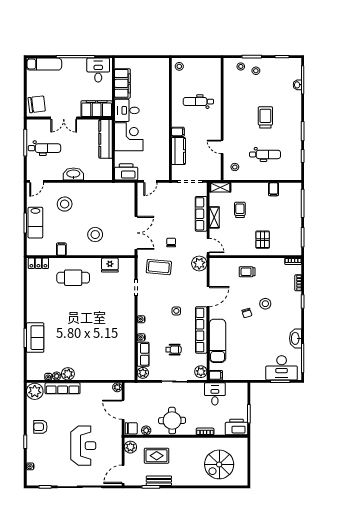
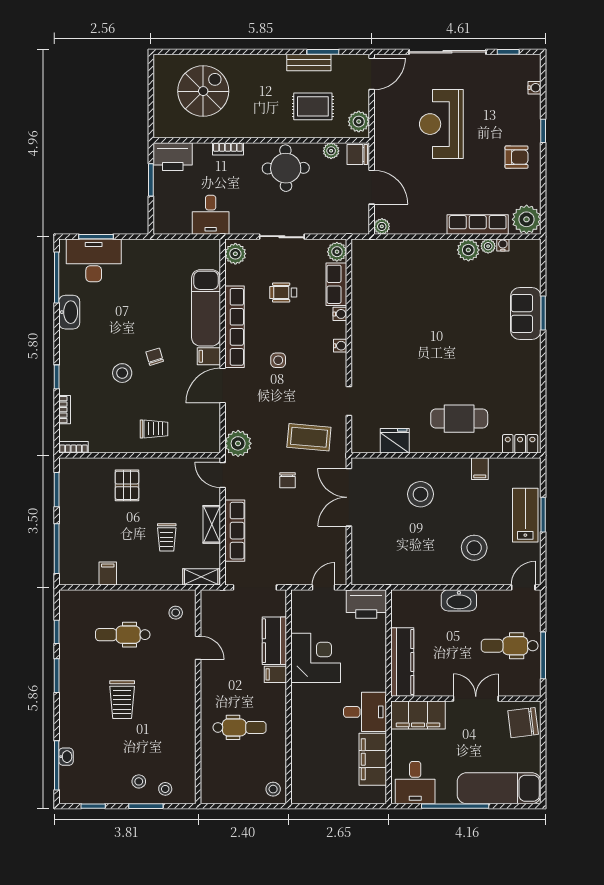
exam couch: (44, 64) -> (499, 788), width x1.36, depth x1.45
corner desk: (129, 137) -> (316, 658), moved, turned 180
filing cabinet: (216, 375) -> (209, 356), moved

